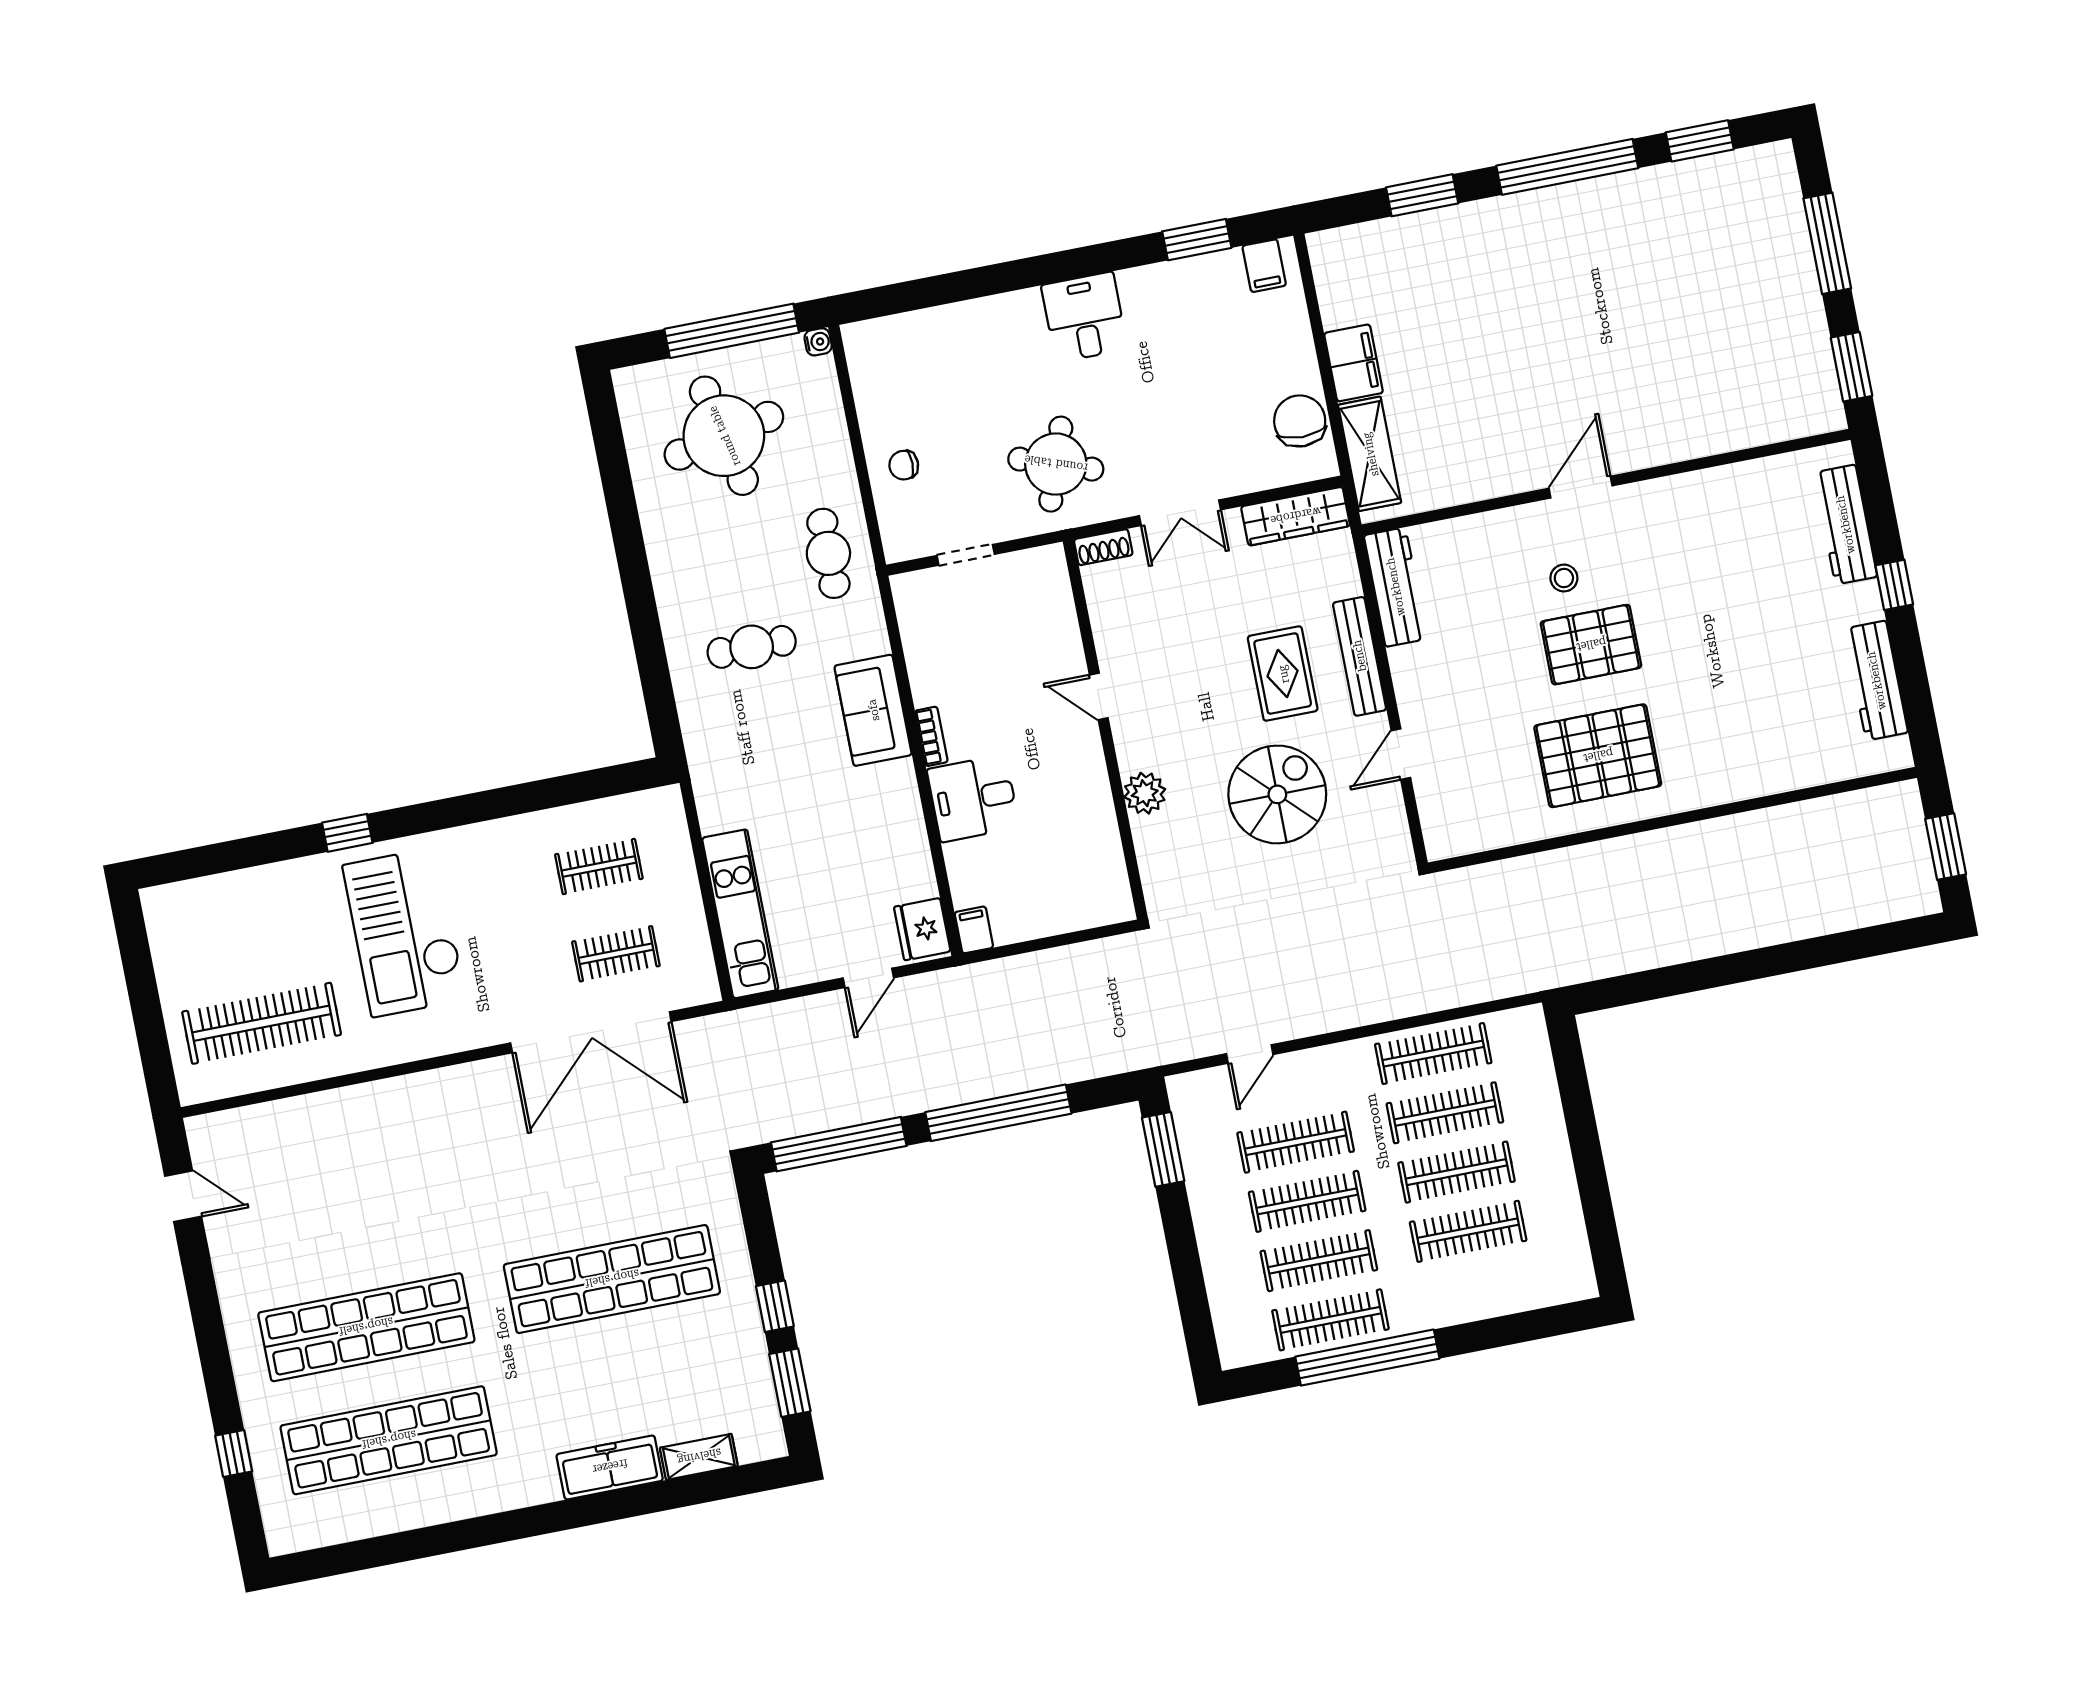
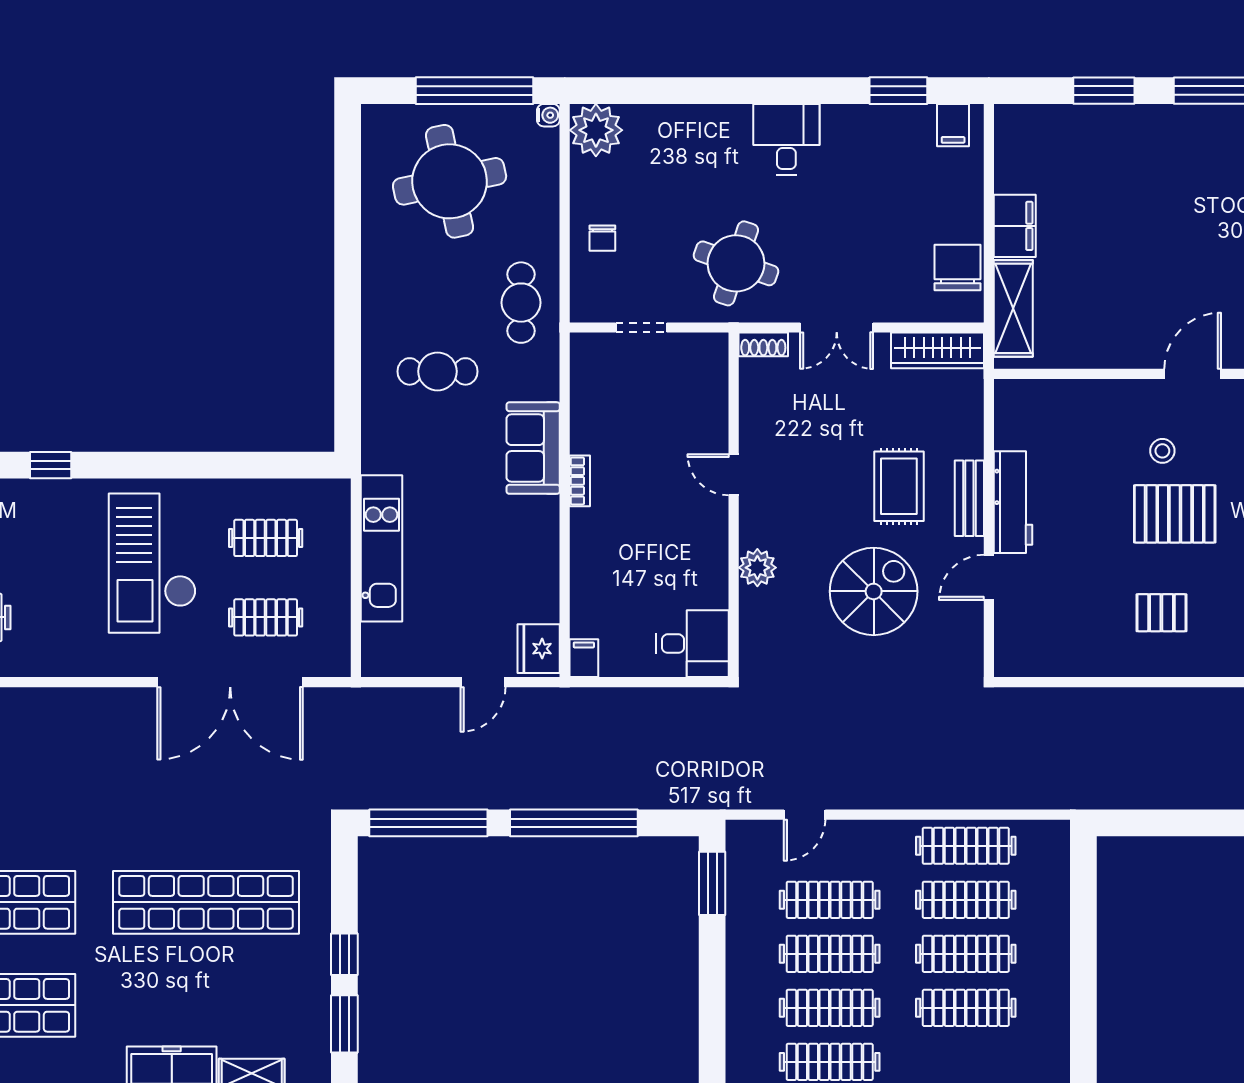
plant: (874, 348) -> (596, 130), added
chair: (904, 465) -> (602, 238), turned -90
workbench: (1395, 587) -> (1013, 502), moved
bench: (1359, 656) -> (969, 498), width x0.73
pallet: (1598, 756) -> (1161, 613), width x0.49, depth x0.50
desk: (973, 798) -> (693, 644), moved, turned 180
kitchen unit: (740, 914) -> (382, 548), moved
checkout: (404, 932) -> (152, 563), moved

